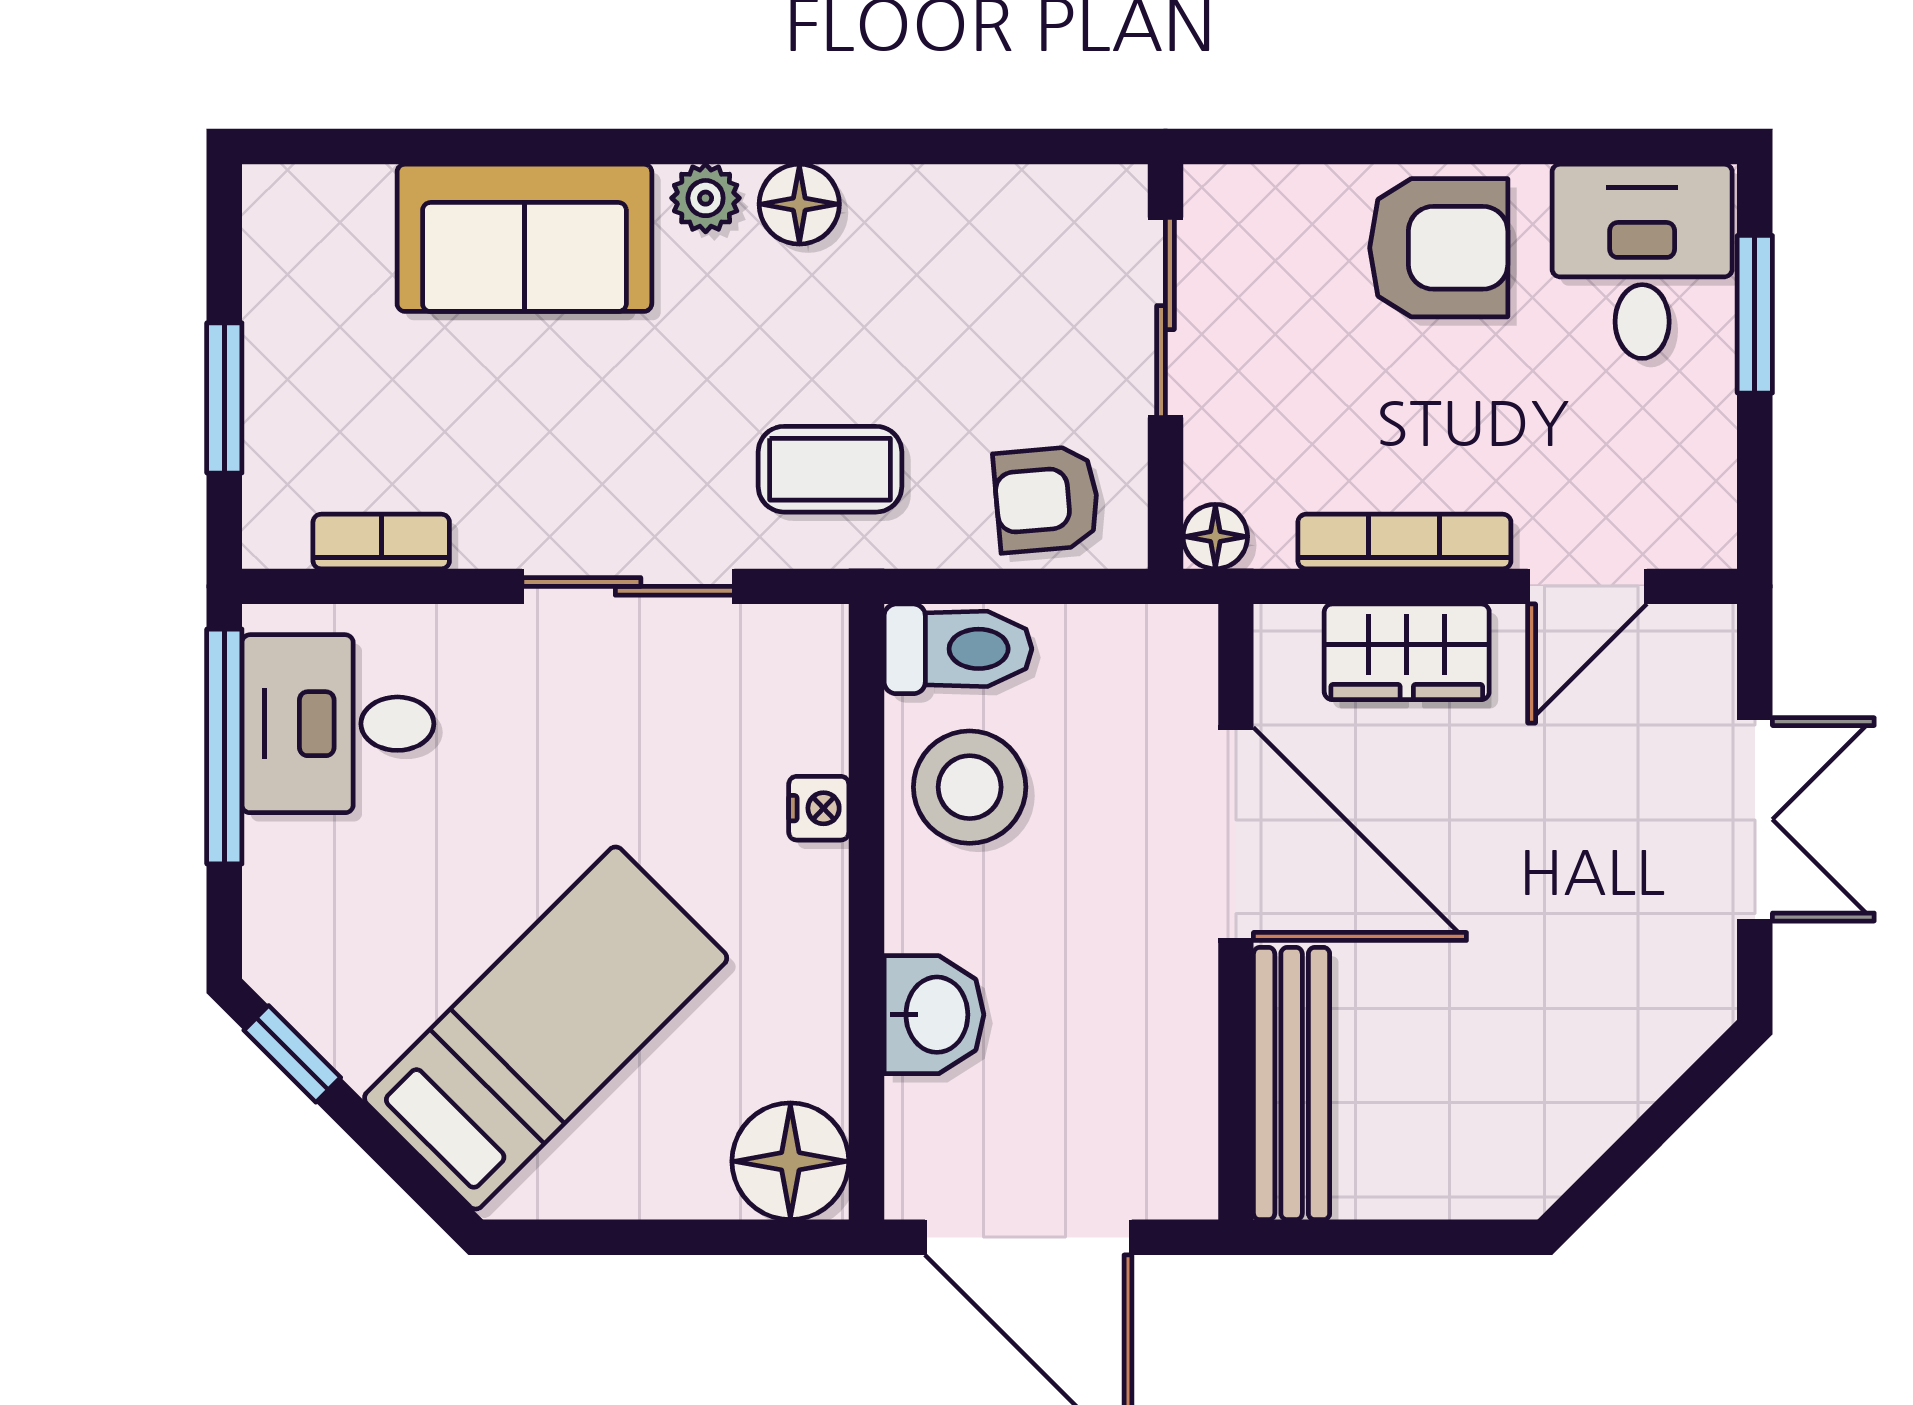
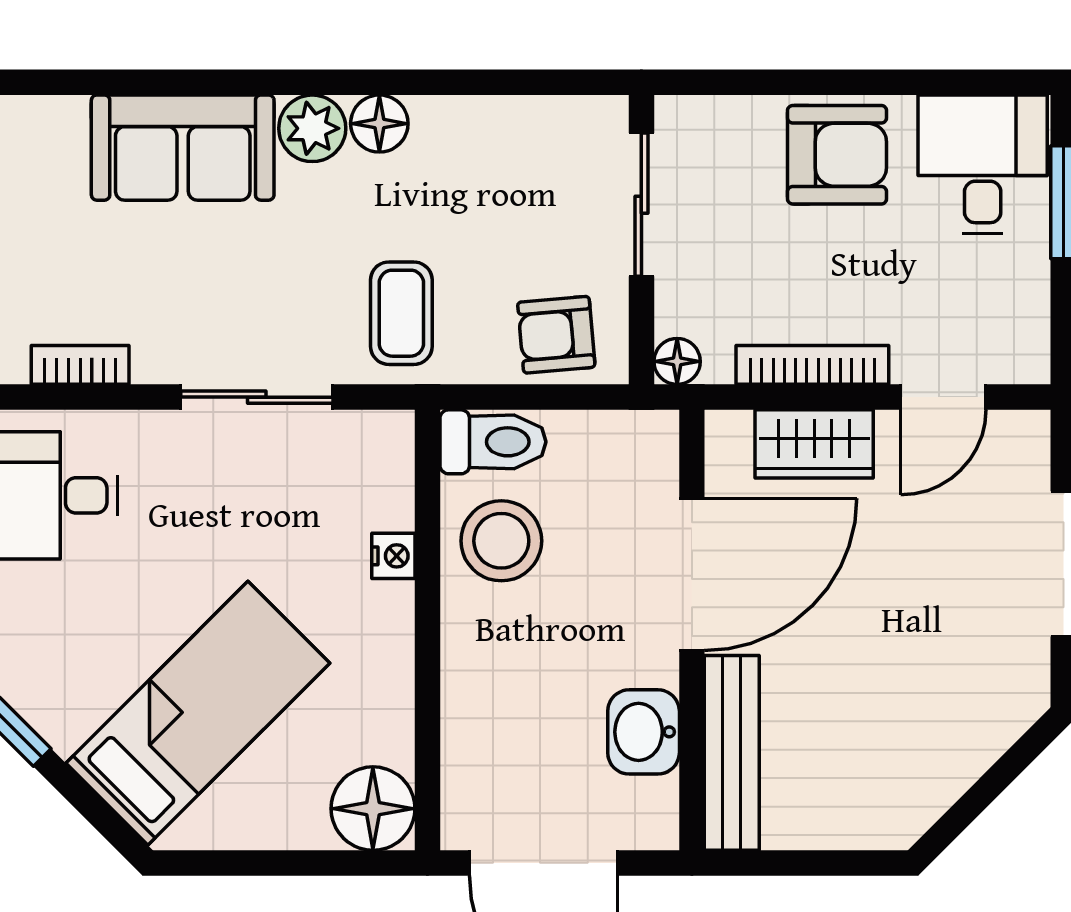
plant: (706, 198) -> (312, 128), width x1.38, depth x1.38
coffee table: (830, 469) -> (401, 313), turned 90
door: (1236, 834) -> (692, 574), hinge flipped
washbasin: (934, 1015) -> (644, 732), moved, turned 180

